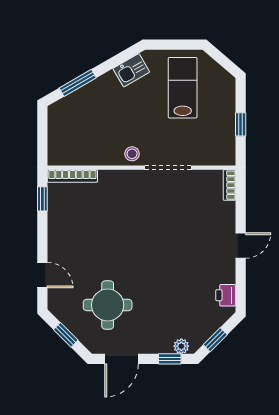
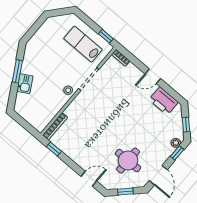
kitchen sink: (131, 70) -> (25, 84), moved
window: (78, 83) -> (17, 71), moved
lab bench: (183, 88) -> (83, 44), moved
window: (241, 124) -> (106, 36), moved
door: (241, 246) -> (153, 76), swing flipped
printer: (226, 295) -> (164, 101), width x1.87, depth x1.48

